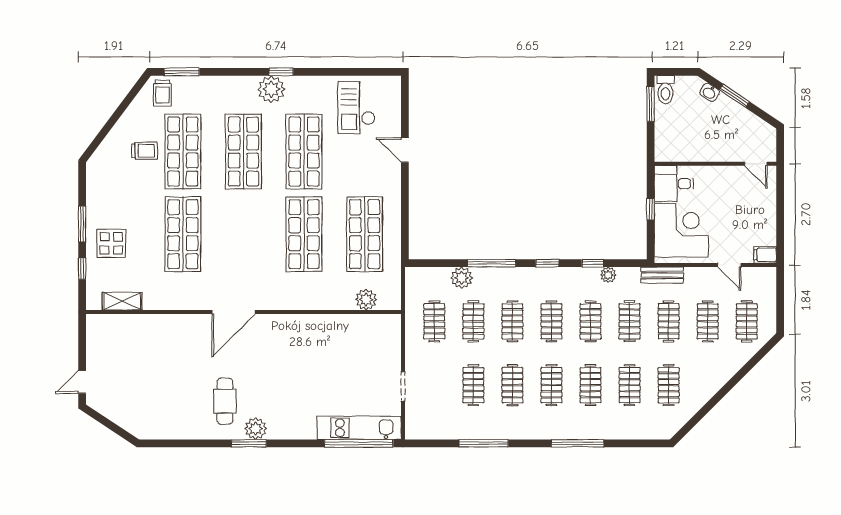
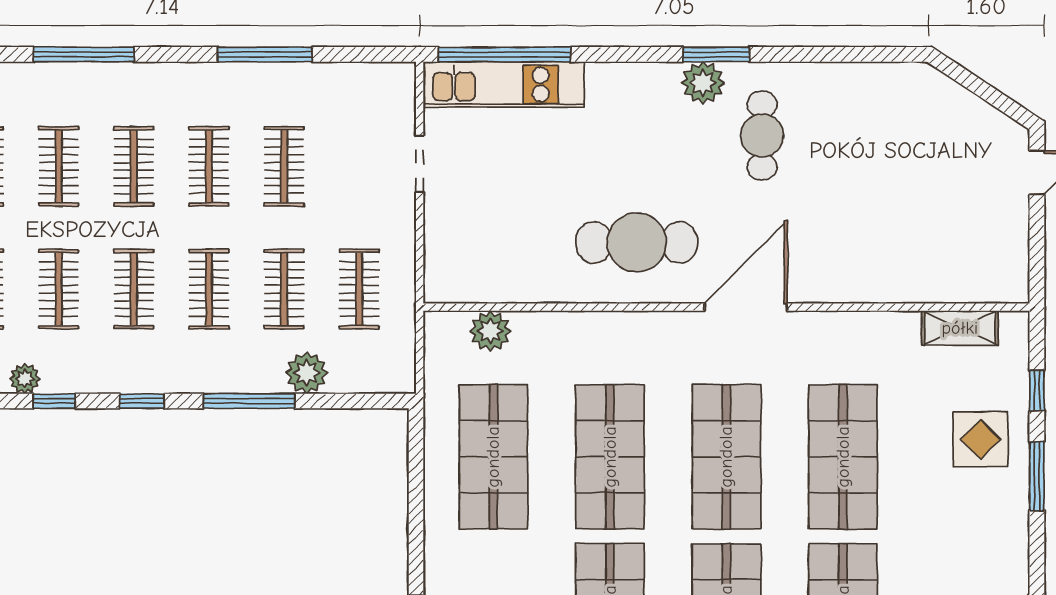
shop shelf: (243, 234) -> (726, 457), added
cafe table: (290, 346) -> (637, 242), added

